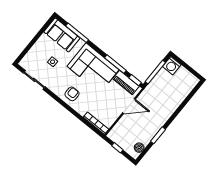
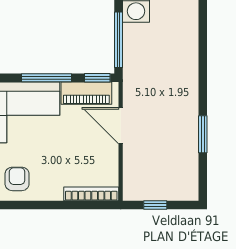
door: (129, 106) -> (121, 126), swing flipped
boiler: (139, 148) -> (189, 177), removed

